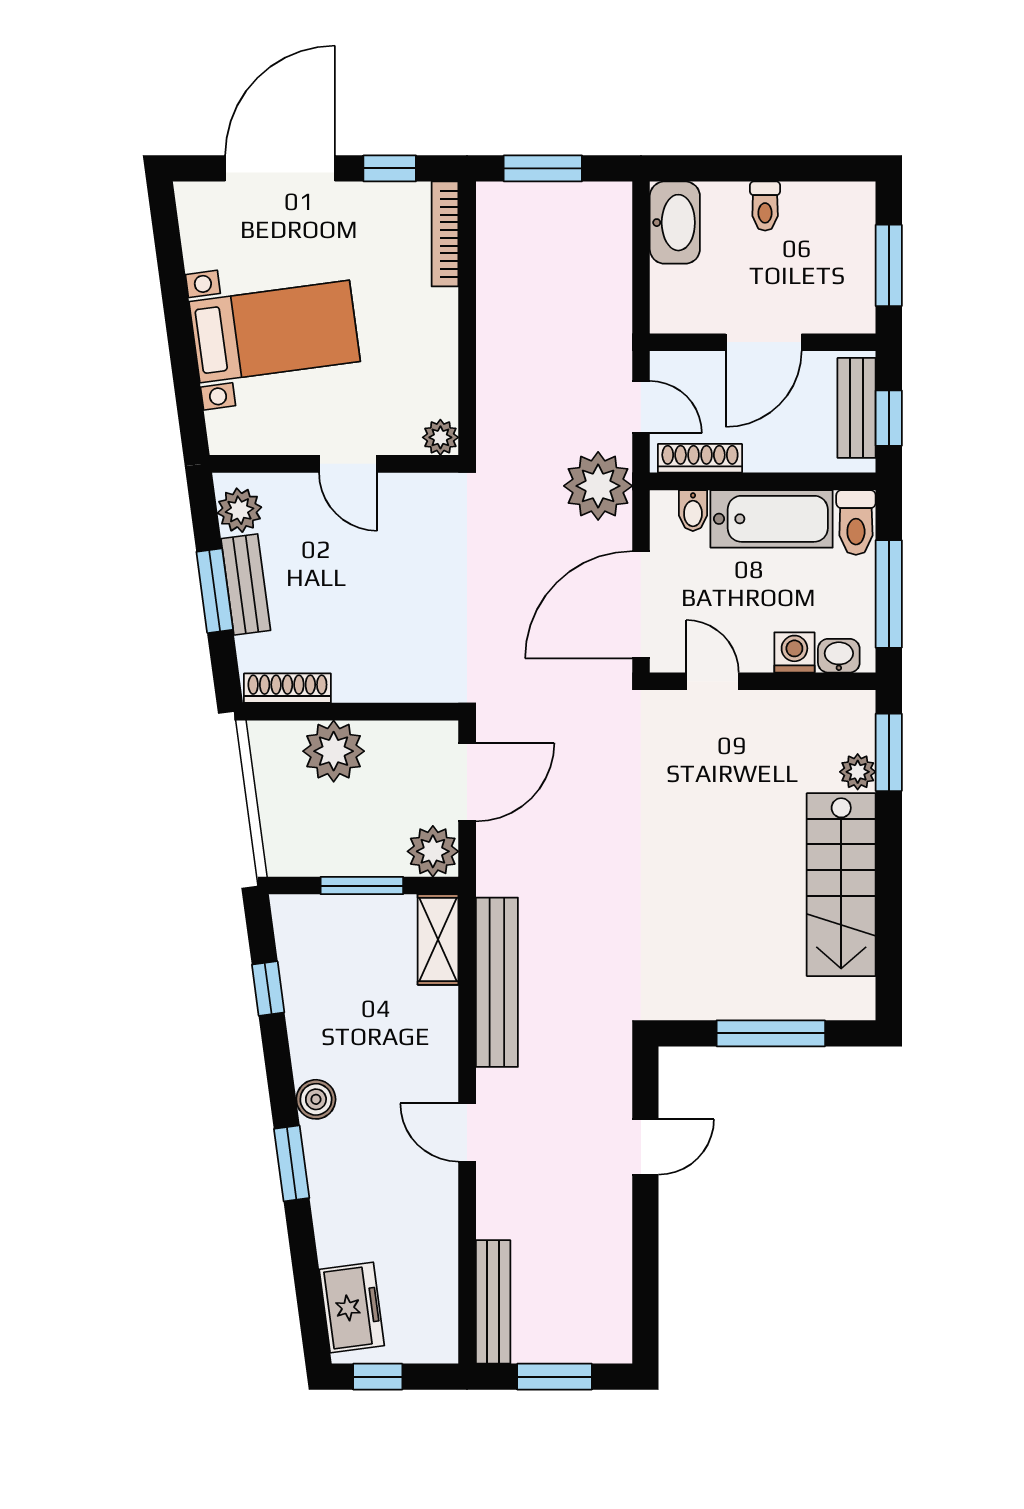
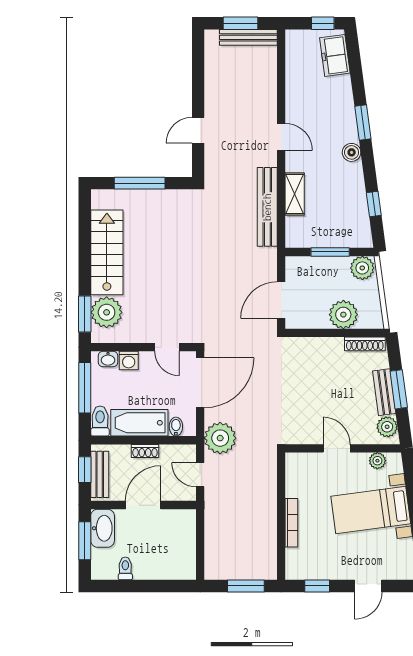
door: (280, 168) -> (368, 586), width x0.53
toilet: (765, 206) -> (125, 568), moved
washbasin: (675, 223) -> (103, 528), moved, turned 180
bookcase: (445, 234) -> (291, 523), moved
plant: (440, 437) -> (377, 461), moved
shoe rack: (700, 458) -> (145, 451), moved, width x0.70
plant: (858, 772) -> (107, 312), width x1.88, depth x1.88
plant: (433, 851) -> (362, 268), moved
shelving: (438, 940) -> (295, 194), moved
bench: (493, 1302) -> (248, 37), moved, turned 90

